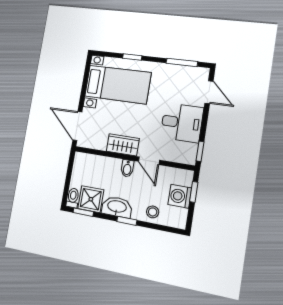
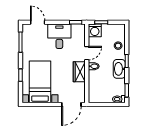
door: (209, 92) -> (38, 22), hinge flipped
washing machine: (180, 196) -> (95, 30), moved
shower: (91, 199) -> (118, 87), removed

